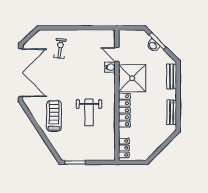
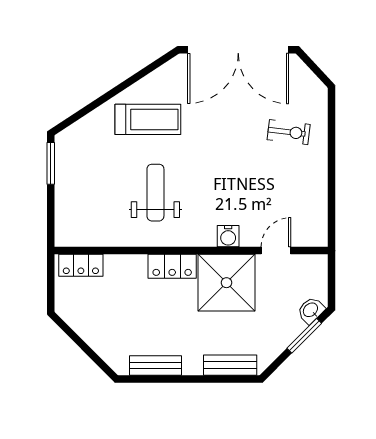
washbasin: (153, 46) -> (311, 310), moved
water cooler: (110, 67) -> (228, 236), moved
locker: (124, 110) -> (172, 266), width x0.66
weight bench: (89, 112) -> (155, 193), turned 90

